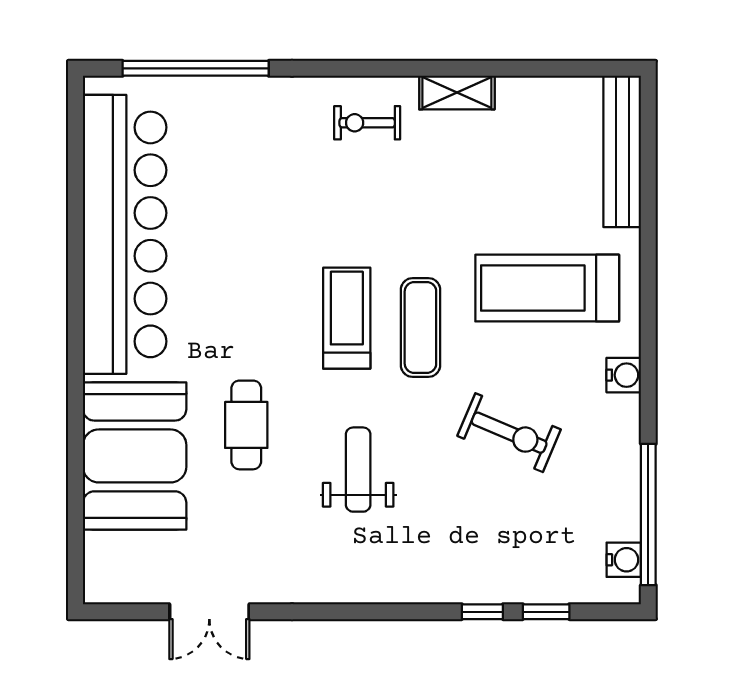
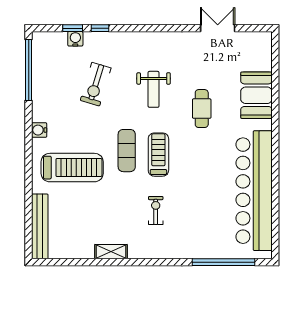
exercise bike: (367, 123) -> (156, 211), moved, turned -90
treadmill: (347, 318) -> (158, 155), turned 180
exercise bike: (509, 433) -> (96, 84), moved, turned -96
booth: (135, 456) -> (256, 95), width x0.73, depth x0.70
water cooler: (624, 560) -> (75, 39), moved, turned 90

